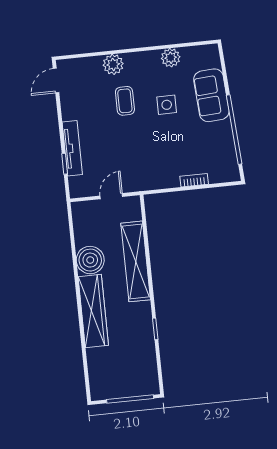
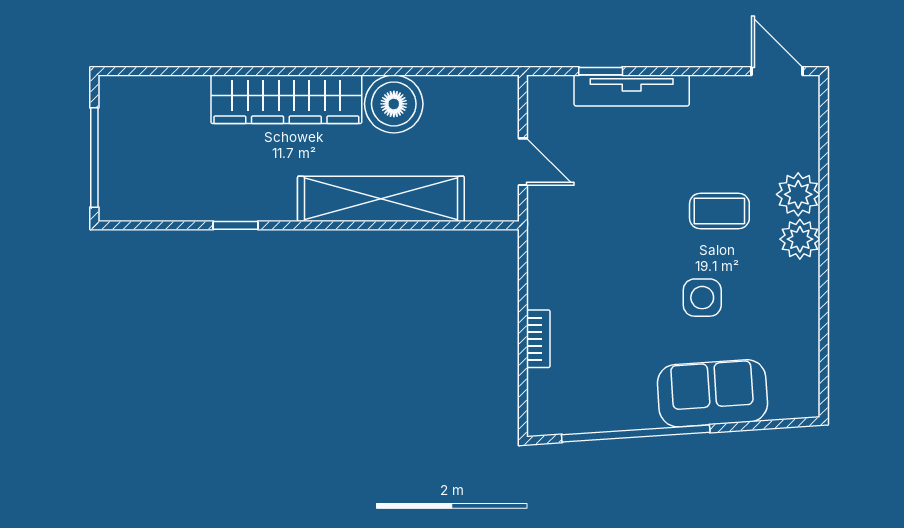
plant: (171, 58) -> (800, 239), moved

